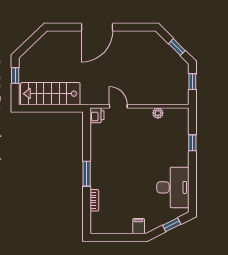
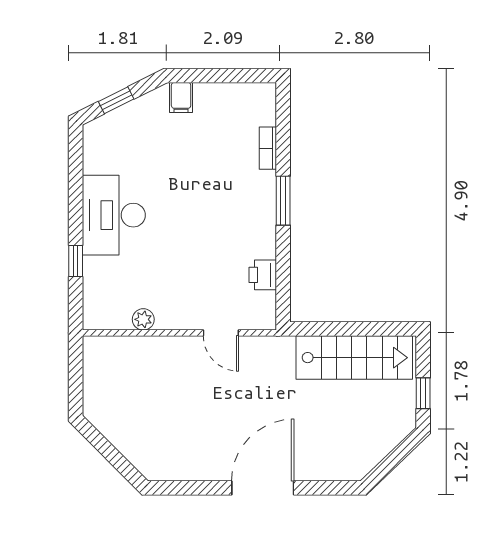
window: (177, 47) -> (106, 449), removed
window: (192, 82) -> (76, 381), removed
printer: (97, 115) -> (263, 275), moved
desk: (173, 187) -> (114, 215), moved

